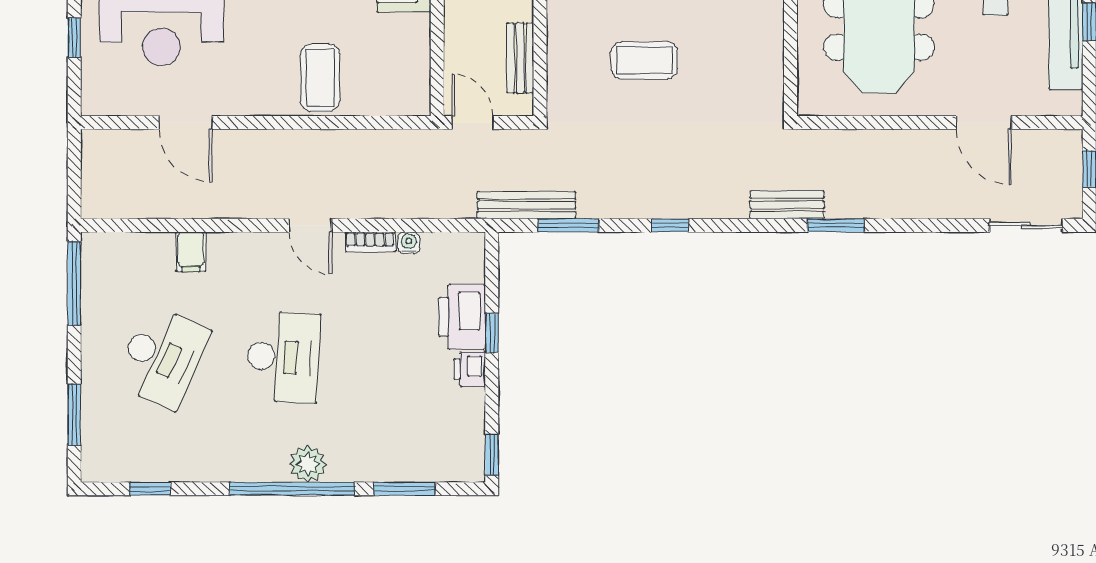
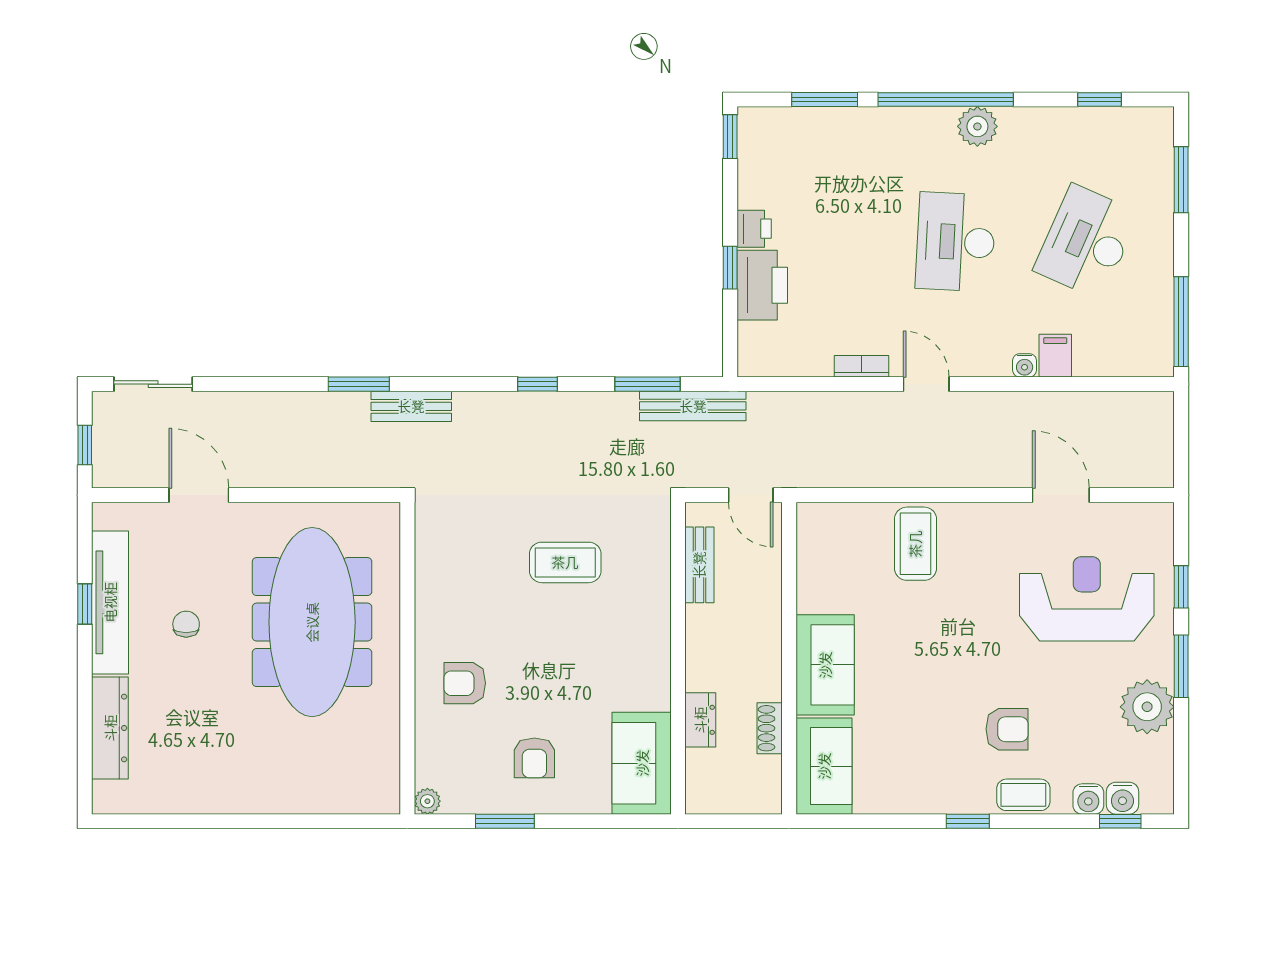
water cooler: (409, 243) -> (1025, 365), moved
plant: (308, 464) -> (977, 126), moved

